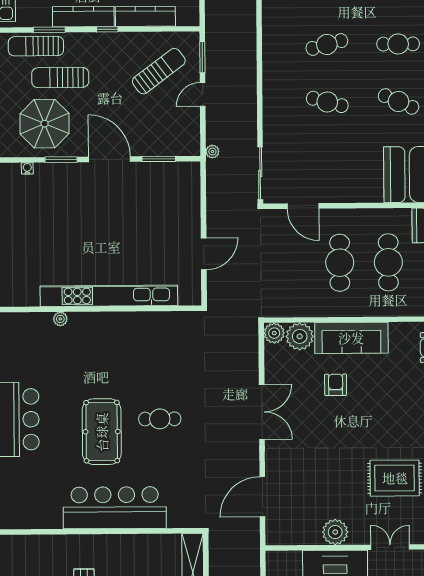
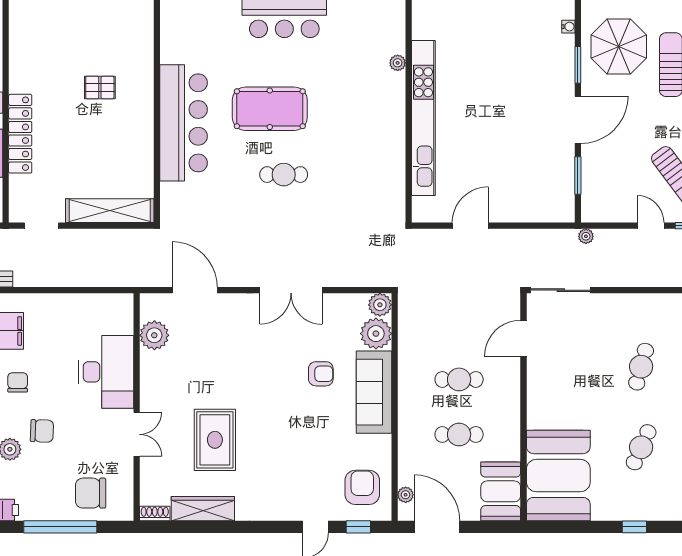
door: (204, 254) -> (470, 226), swing flipped
cafe table: (388, 262) -> (459, 434), width x0.73, depth x0.74
cafe table: (340, 263) -> (459, 379), width x0.73, depth x0.74
cafe table: (160, 419) -> (284, 175), turned 90
plant: (335, 532) -> (154, 335), moved

